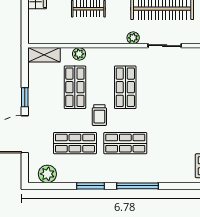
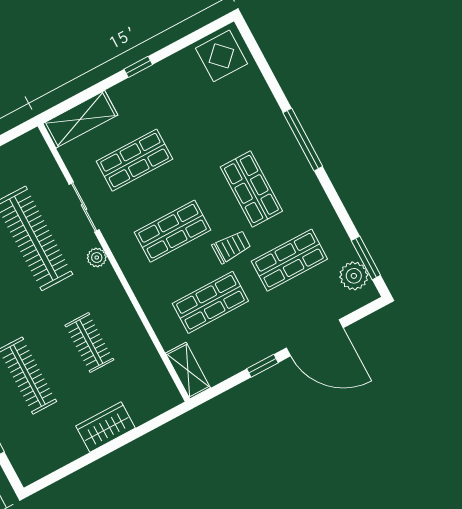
plant: (79, 54) -> (160, 322), removed
shop shelf: (176, 87) -> (135, 160), added
shop shelf: (75, 143) -> (289, 260), turned 90
window: (90, 186) -> (366, 258), moved

